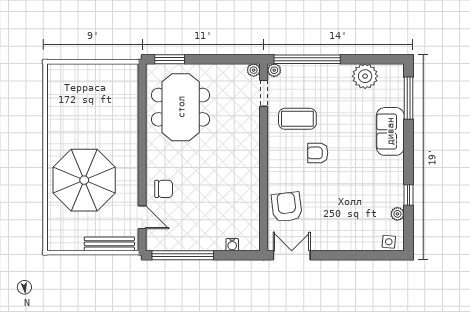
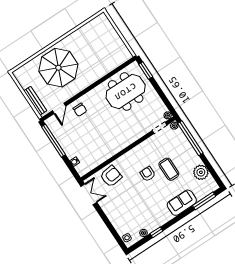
coffee table: (297, 119) -> (169, 169), moved

